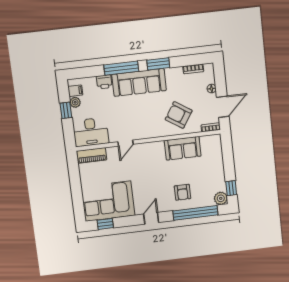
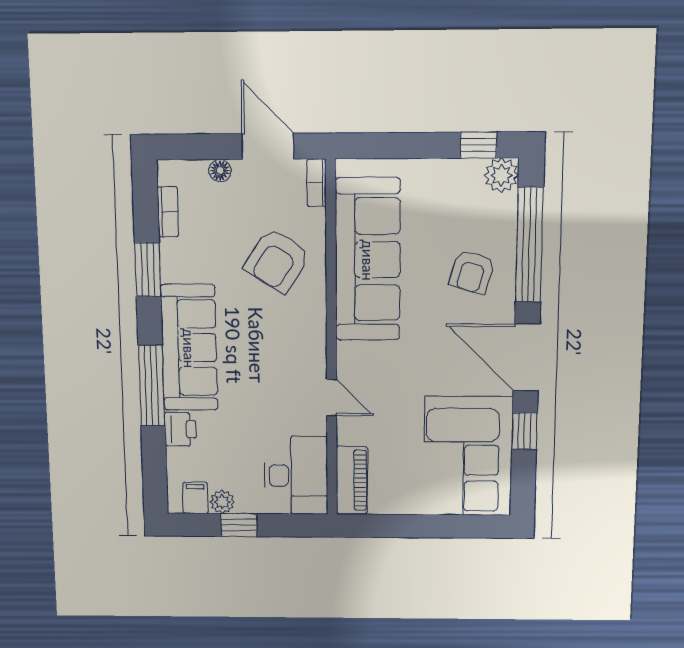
window: (158, 64) -> (148, 270), moved
sofa: (183, 148) -> (368, 260), width x1.85, depth x1.27
armchair: (182, 192) -> (472, 272), turned 106
door: (151, 218) -> (526, 358), width x1.87
window: (105, 224) -> (524, 431), moved

